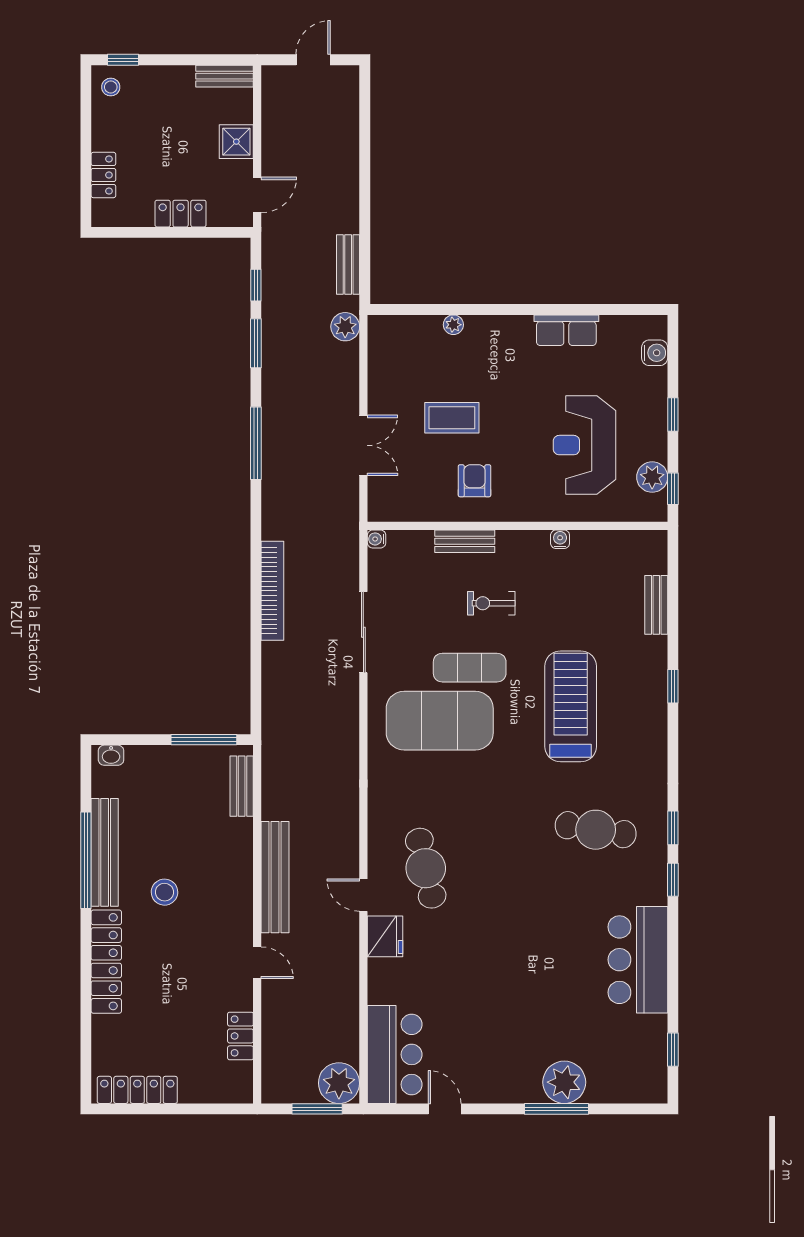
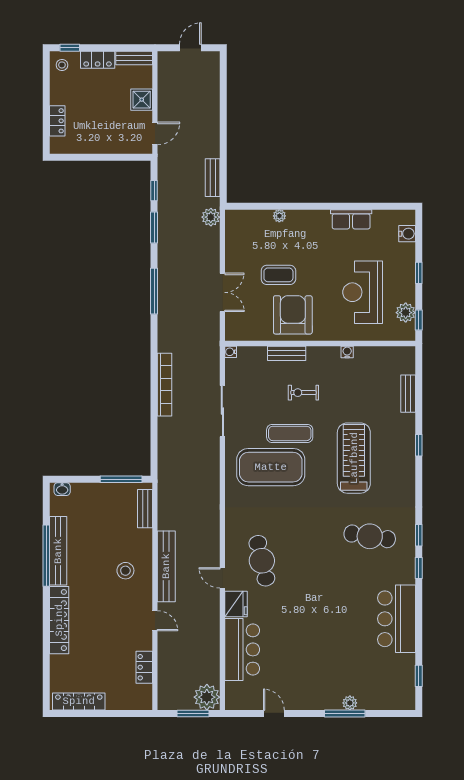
locker: (181, 214) -> (98, 60), moved, turned 180
armchair: (474, 481) -> (293, 315), width x1.88, depth x1.88
stool: (165, 892) -> (125, 571), moved
bar counter: (395, 1054) -> (242, 649), moved
plant: (564, 1082) -> (350, 703), width x0.53, depth x0.53

